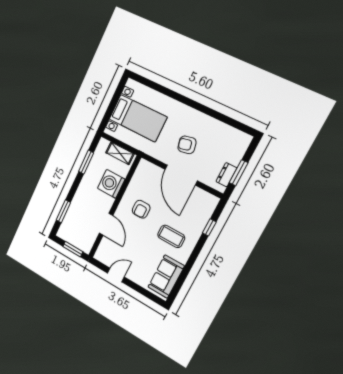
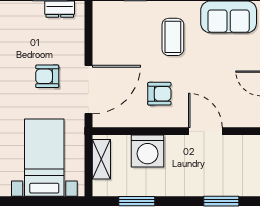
armchair: (187, 145) -> (47, 76), turned 102
door: (181, 175) -> (89, 90), moved
door: (106, 224) -> (205, 131), hinge flipped

